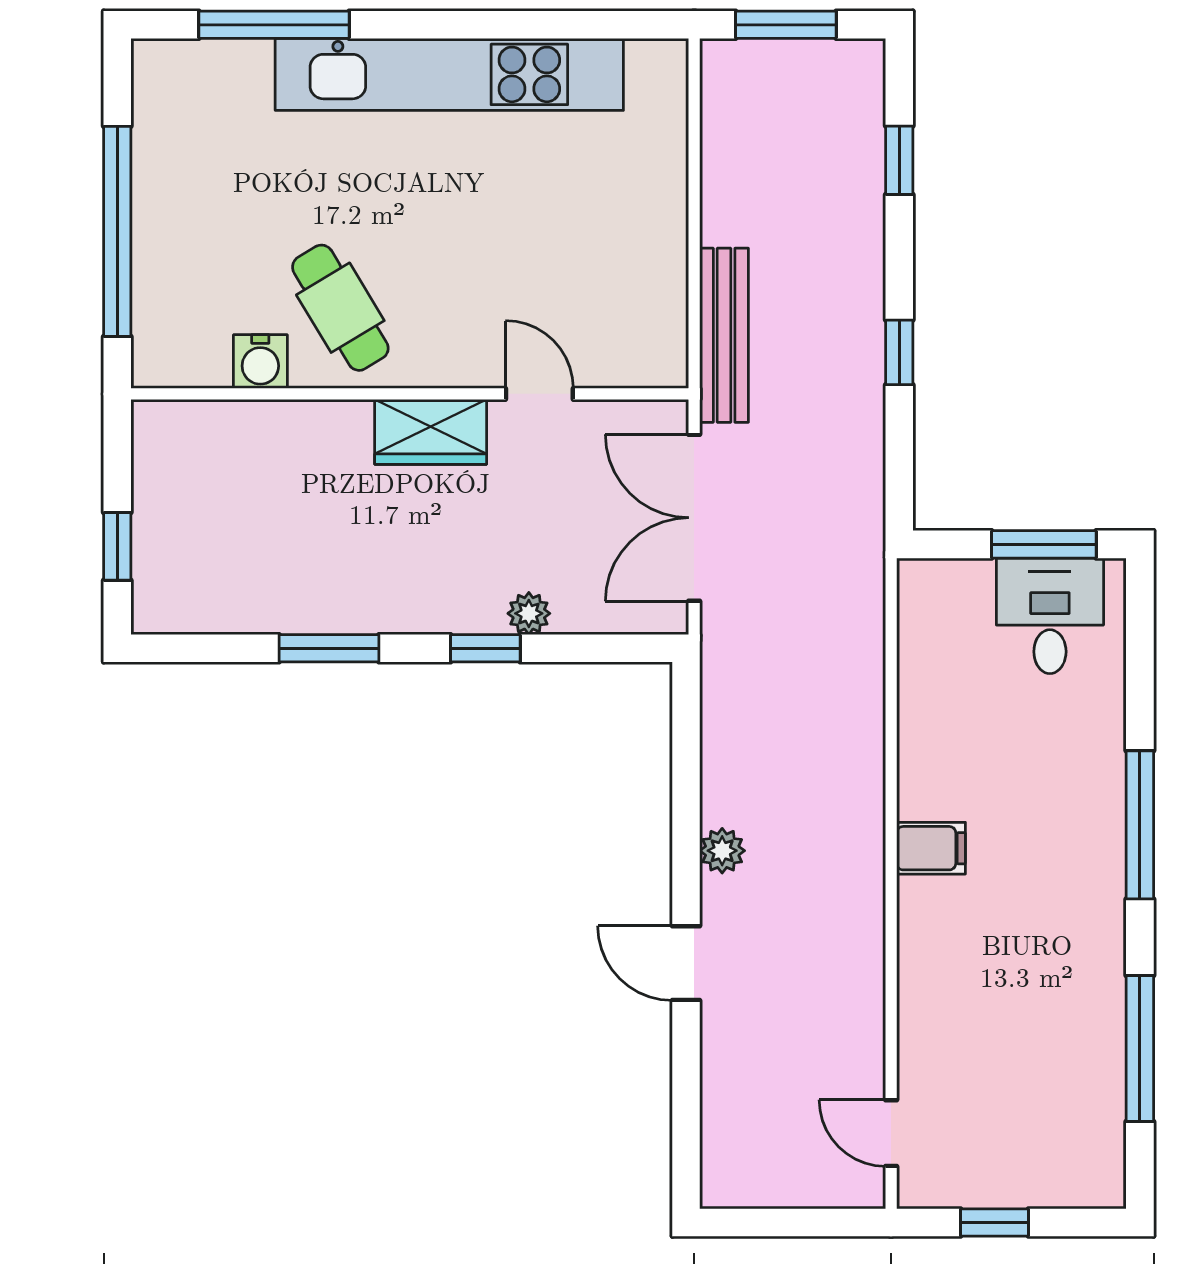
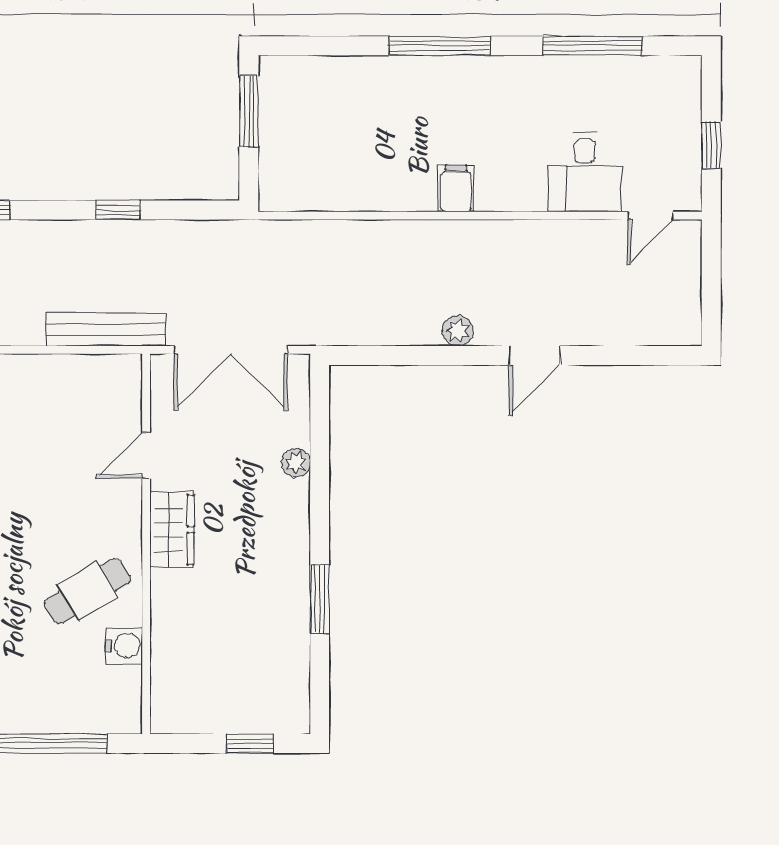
desk: (1050, 616) -> (585, 172), moved, turned -90
window: (485, 648) -> (320, 492), removed

